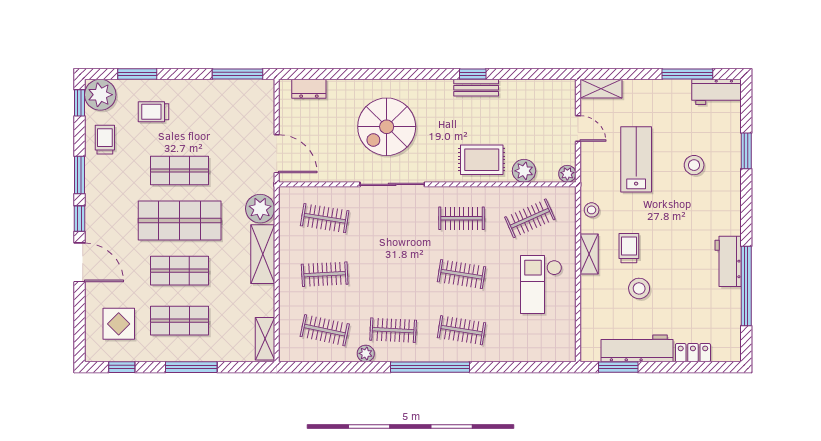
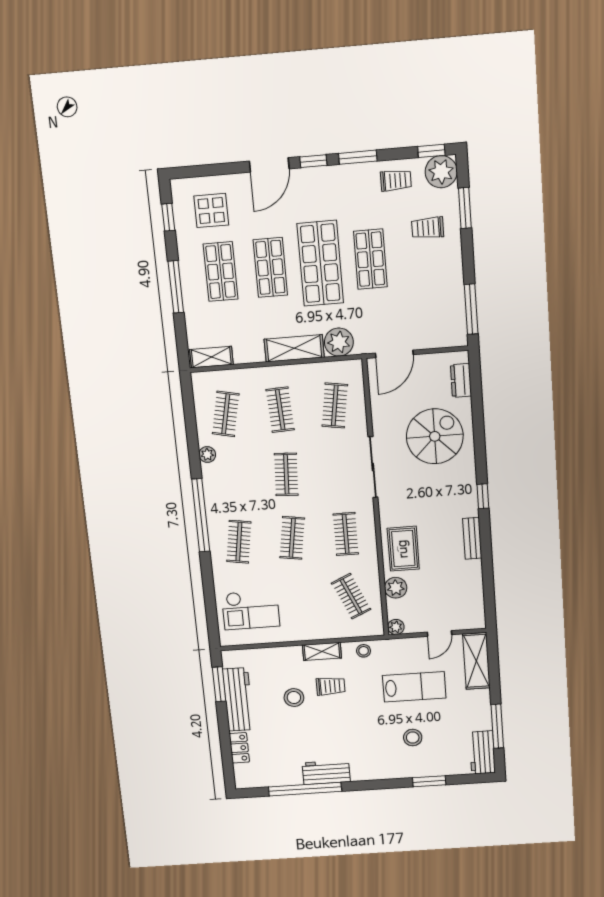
window: (473, 74) -> (483, 496), moved
shelving: (601, 89) -> (476, 661), width x1.50, depth x1.33
trolley: (153, 112) -> (428, 228), turned -90
spiral stairs: (387, 127) -> (435, 436), moved, turned 90
checkout: (541, 285) -> (251, 610), moved, turned 180
clothes rail: (393, 330) -> (286, 474), moved

